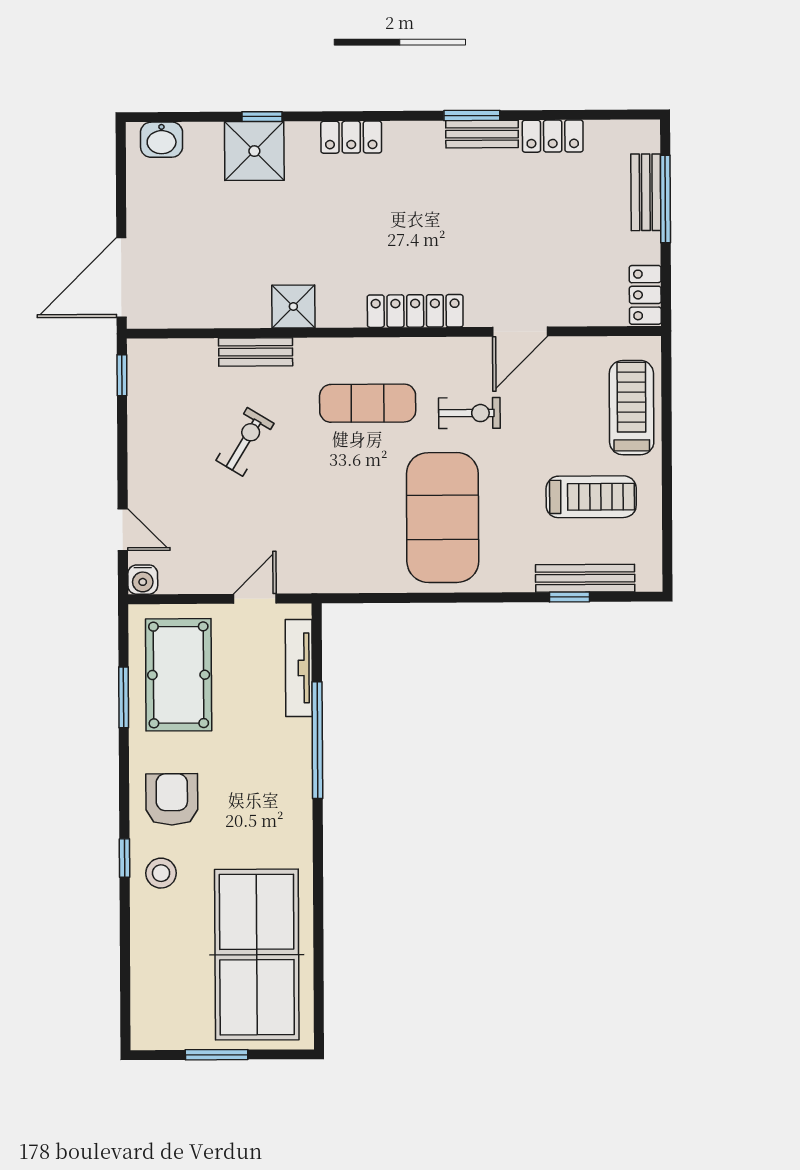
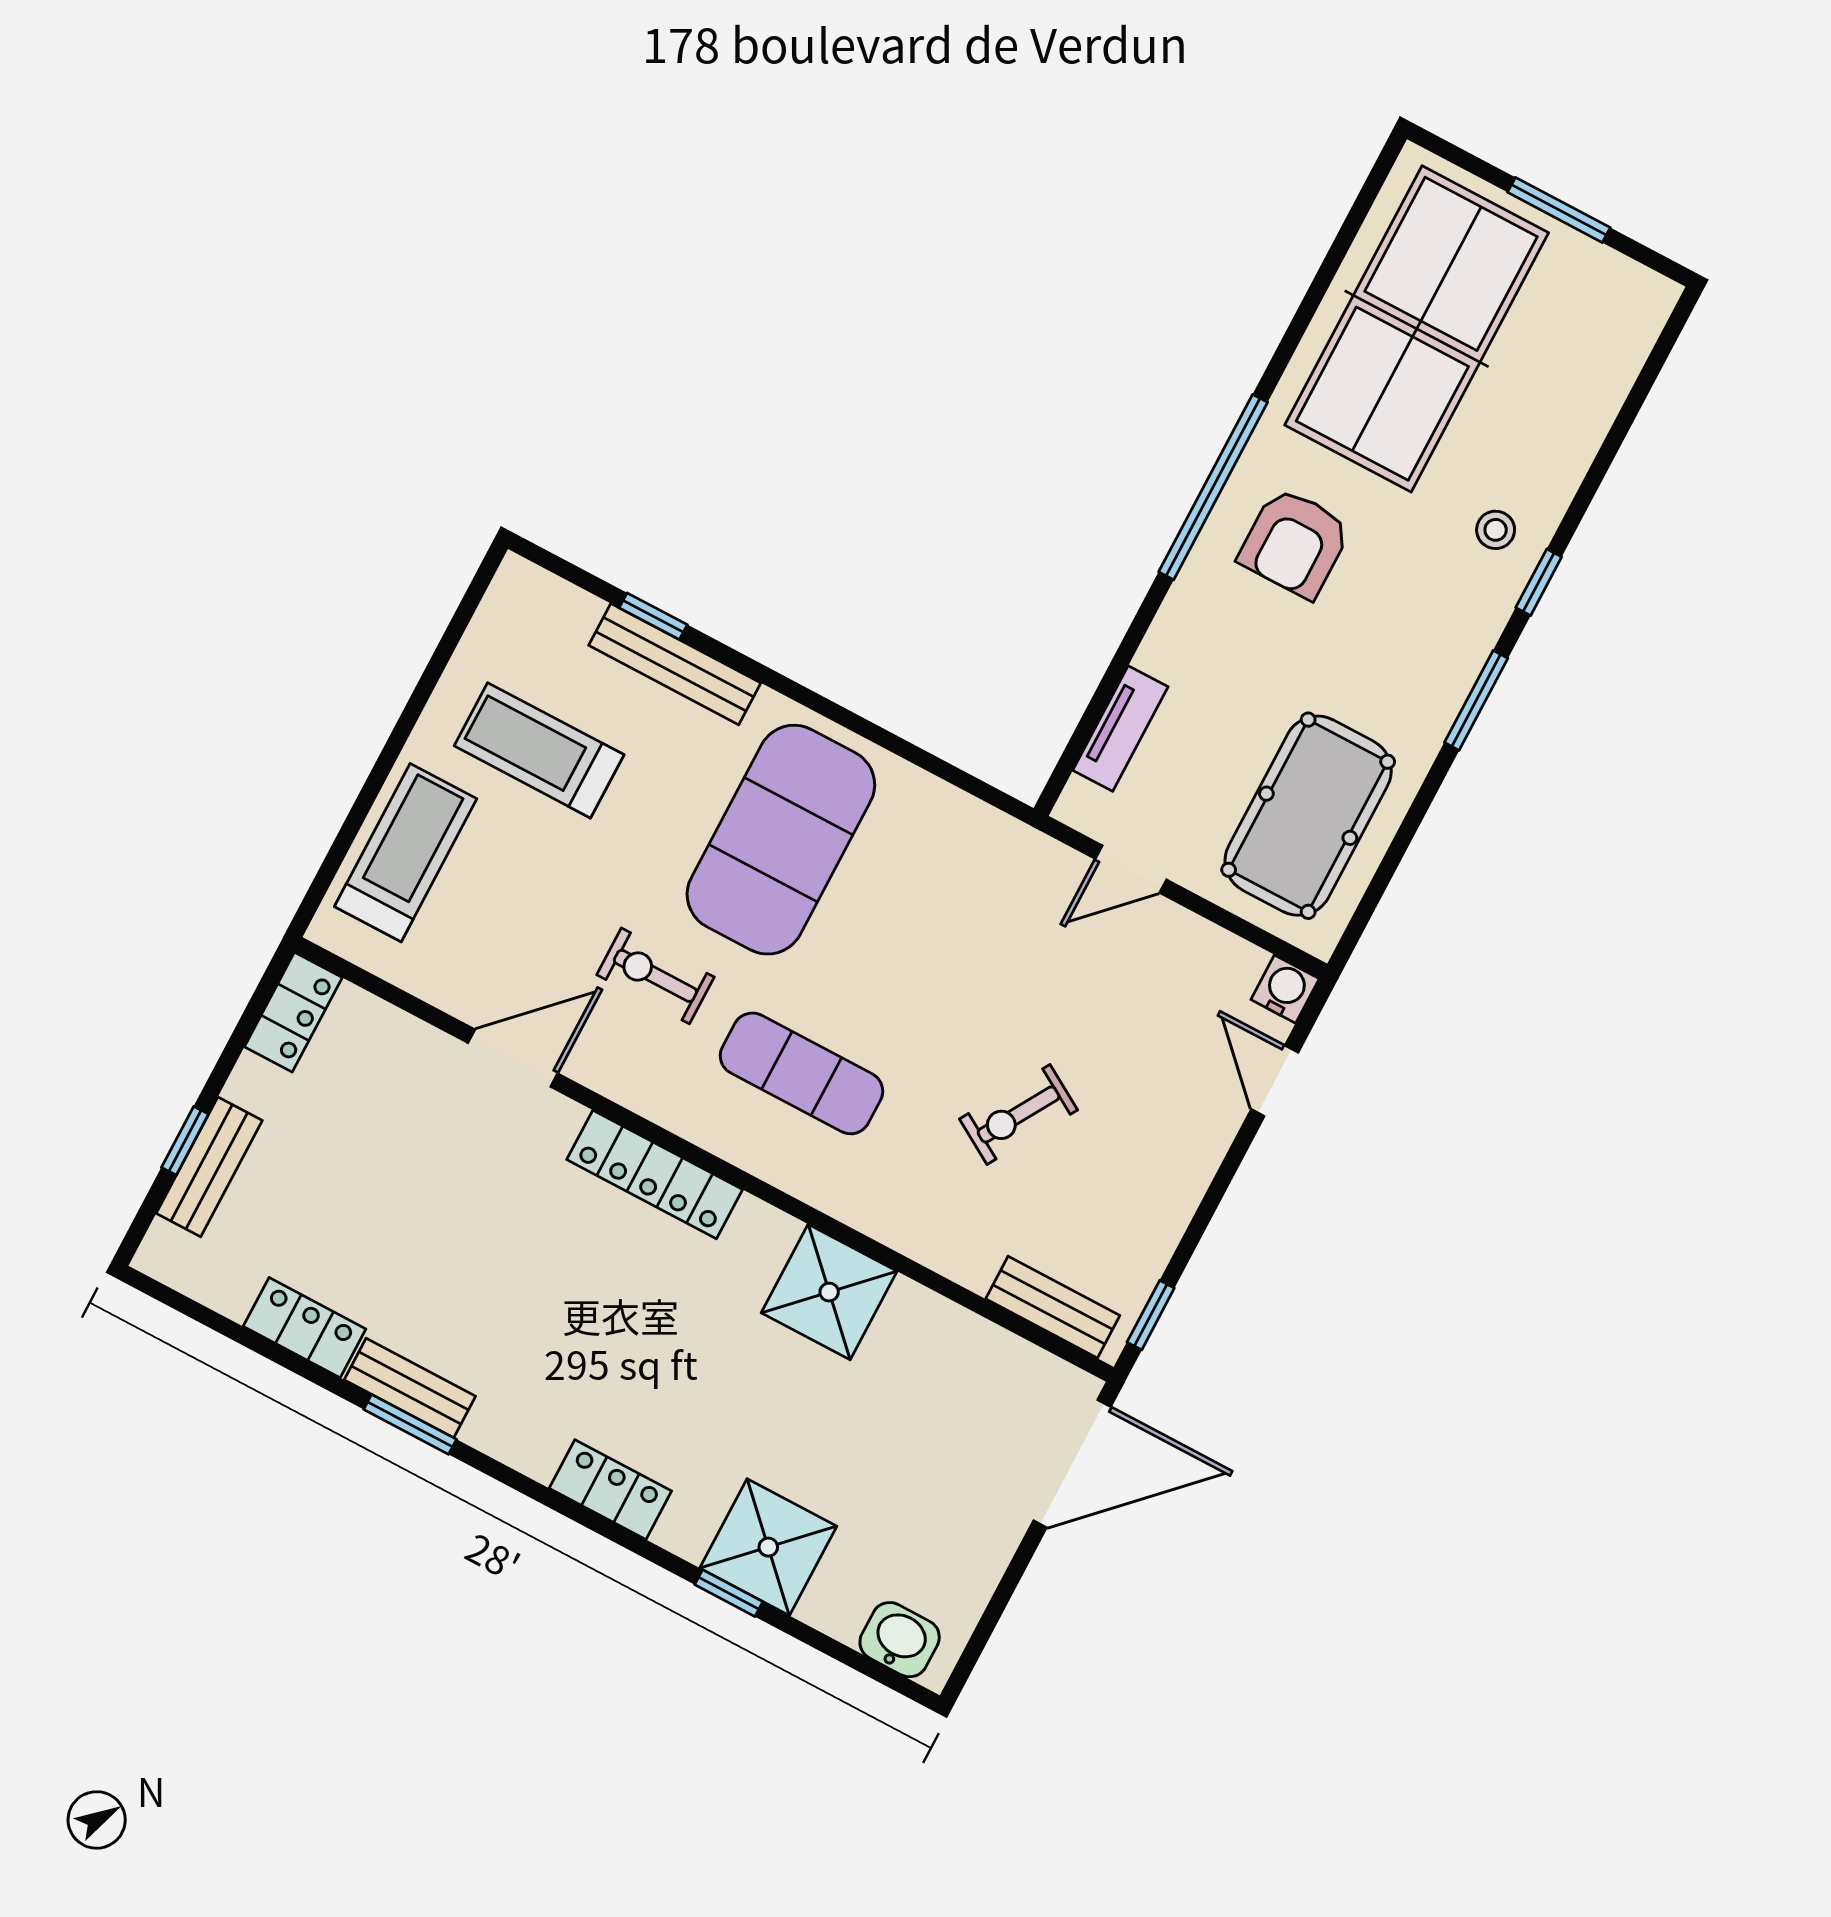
window: (665, 199) -> (185, 1141), width x0.46
shower: (293, 306) -> (829, 1292), width x1.36, depth x1.36
bench: (256, 352) -> (1053, 1307), moved
treadmill: (632, 408) -> (406, 853), turned 180
bench: (585, 578) -> (675, 664), moved
tv unit: (299, 668) -> (1120, 728), width x0.71
window: (124, 697) -> (1476, 700), moved
window: (317, 740) -> (1213, 487), moved
armchair: (172, 799) -> (1295, 543), moved
stool: (161, 873) -> (1496, 530), width x0.73, depth x0.73

